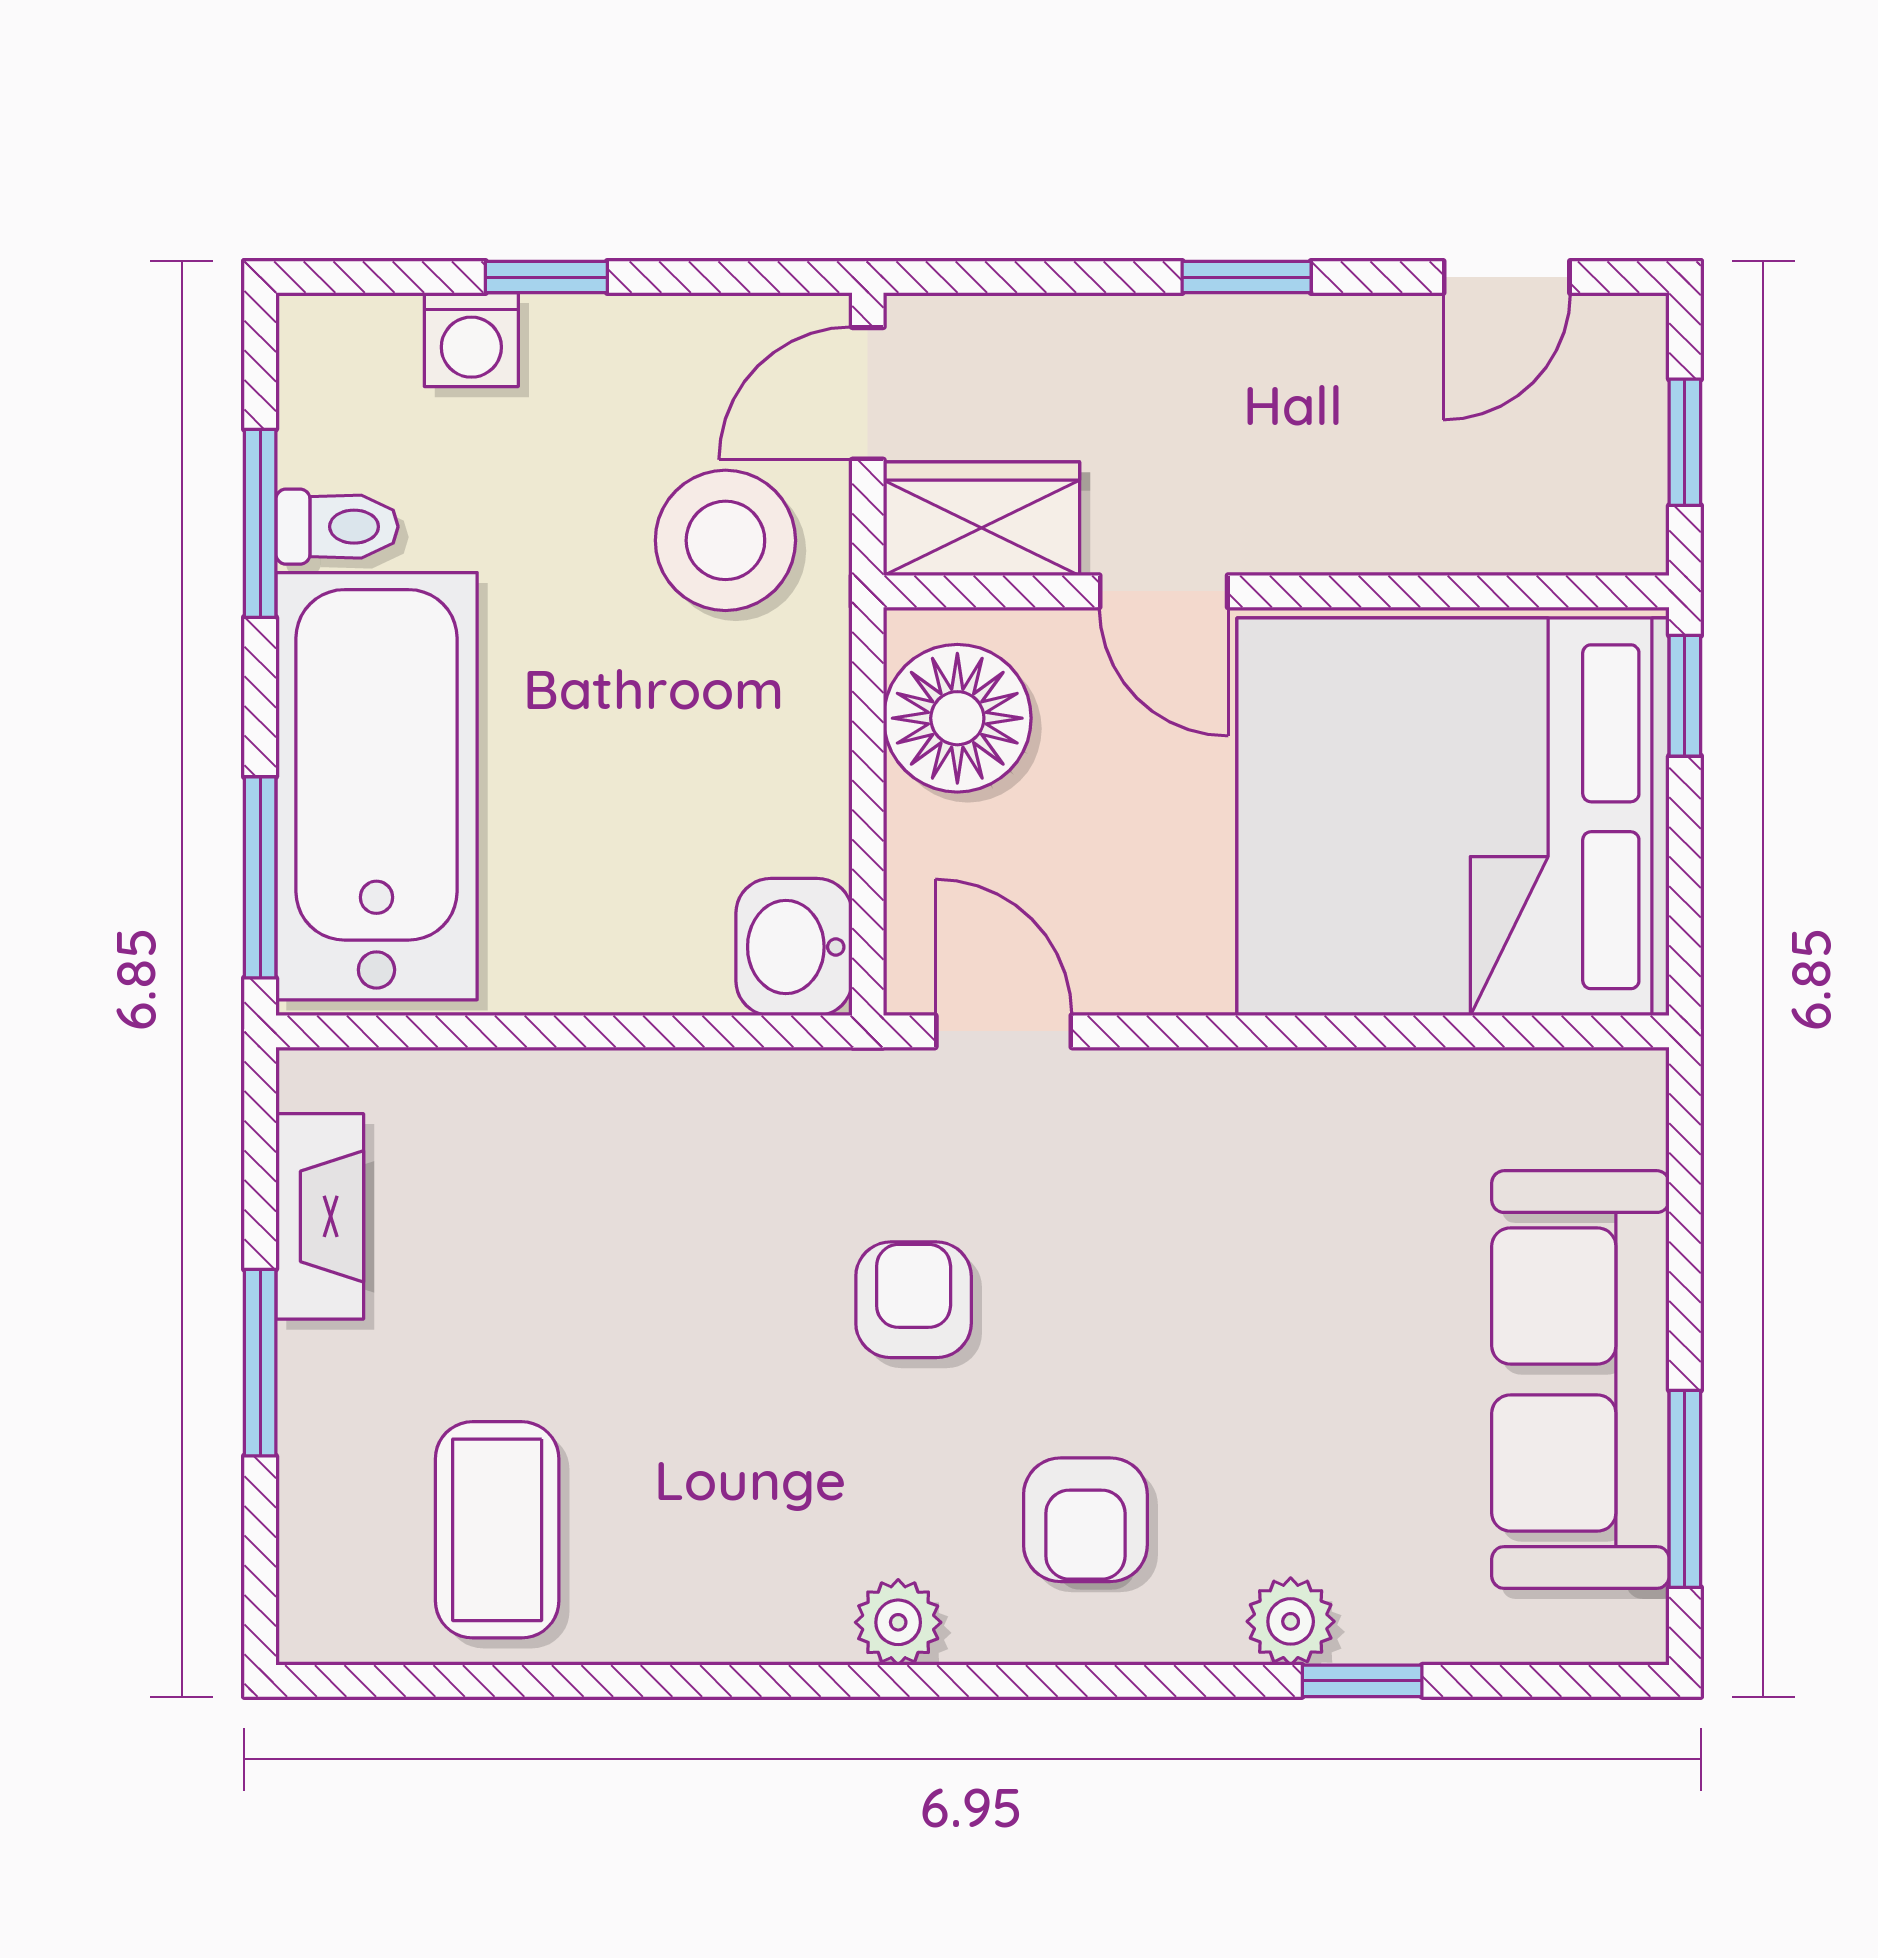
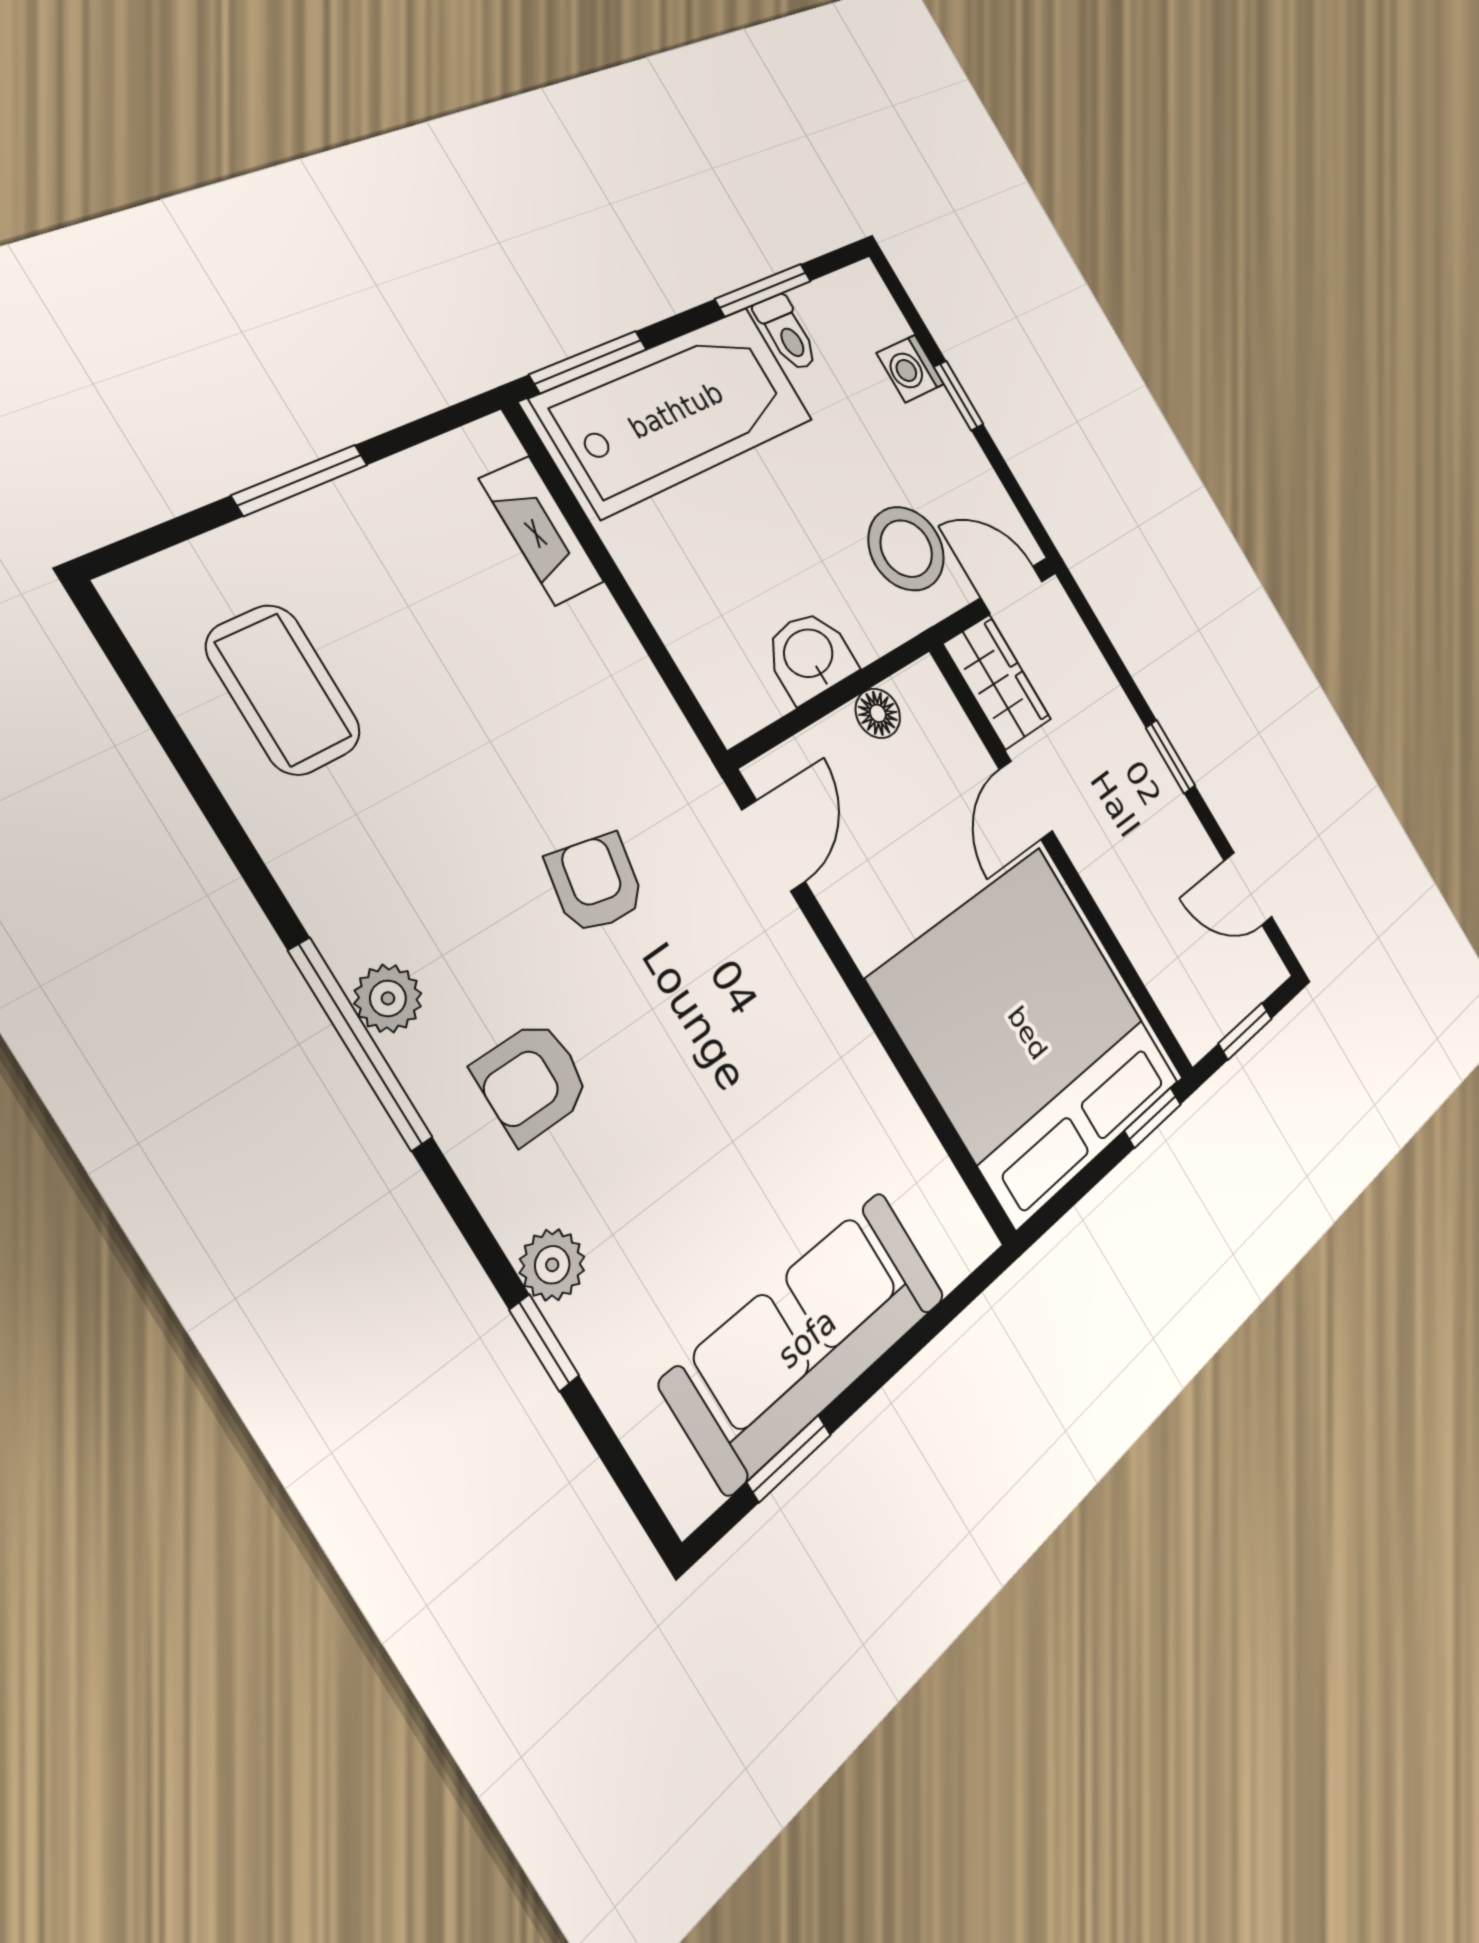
floor lamp: (957, 718) -> (878, 713), width x0.53, depth x0.53
washbasin: (794, 947) -> (810, 655), moved
fireplace: (320, 1216) -> (542, 531), moved, turned 90
armchair: (914, 1300) -> (596, 883), turned -79
window: (1685, 1489) -> (789, 1458), width x0.67
coffee table: (497, 1530) -> (284, 690), turned 90
window: (928, 1681) -> (360, 1044), added

